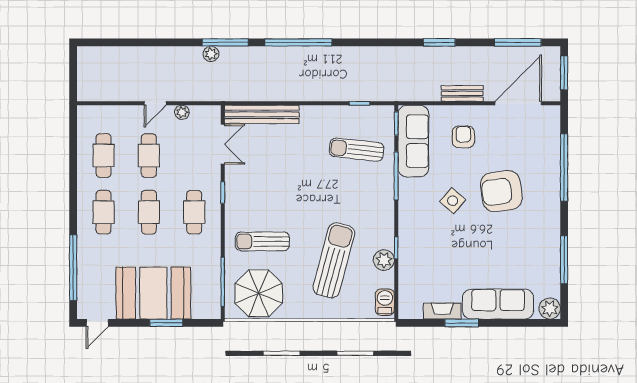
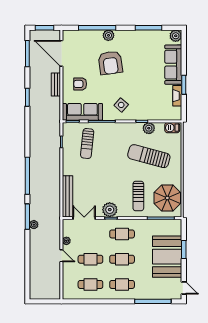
plant: (550, 188) -> (108, 35), added
plant: (238, 190) -> (110, 210), added
side table: (453, 201) -> (121, 105), moved

